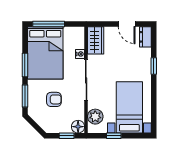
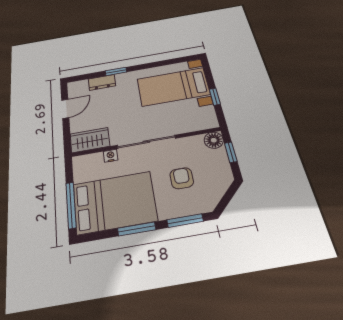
dresser: (145, 37) -> (102, 82), moved
plant: (95, 117) -> (194, 122), removed

